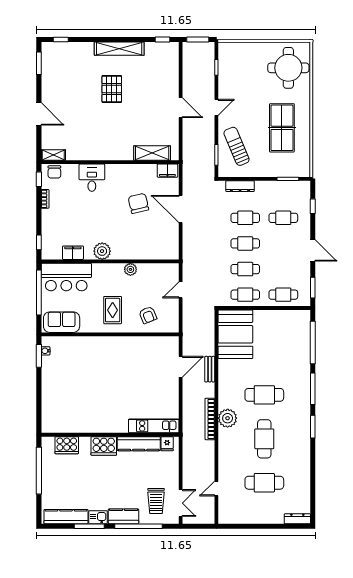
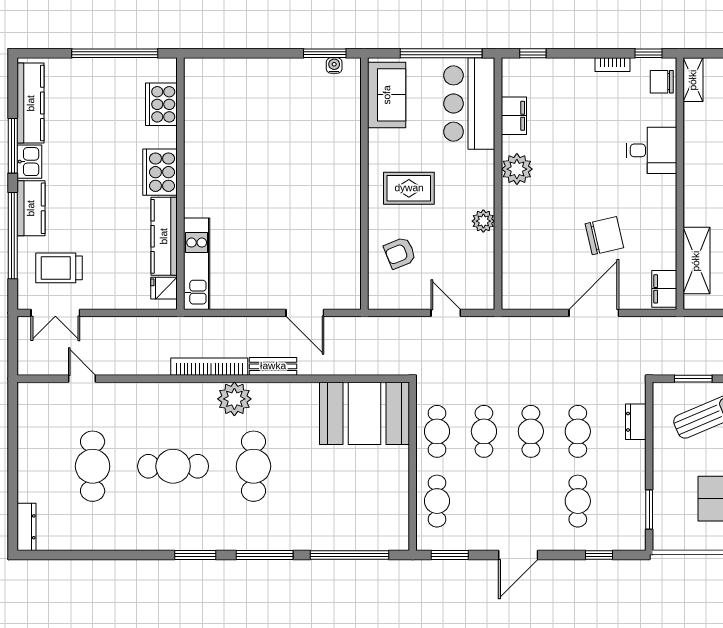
dresser: (240, 186) -> (636, 422), width x0.70
bench: (210, 369) -> (273, 366), moved
plant: (228, 418) -> (234, 399), moved

